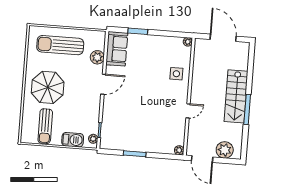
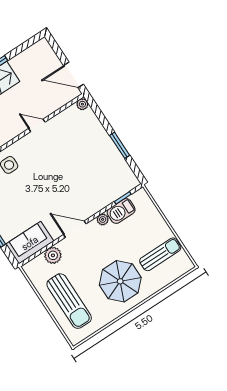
plant: (93, 139) -> (103, 219), moved
barbecue: (73, 140) -> (121, 211), moved, turned -90
plant: (225, 150) -> (48, 60), removed
door: (202, 159) -> (74, 75), swing flipped

